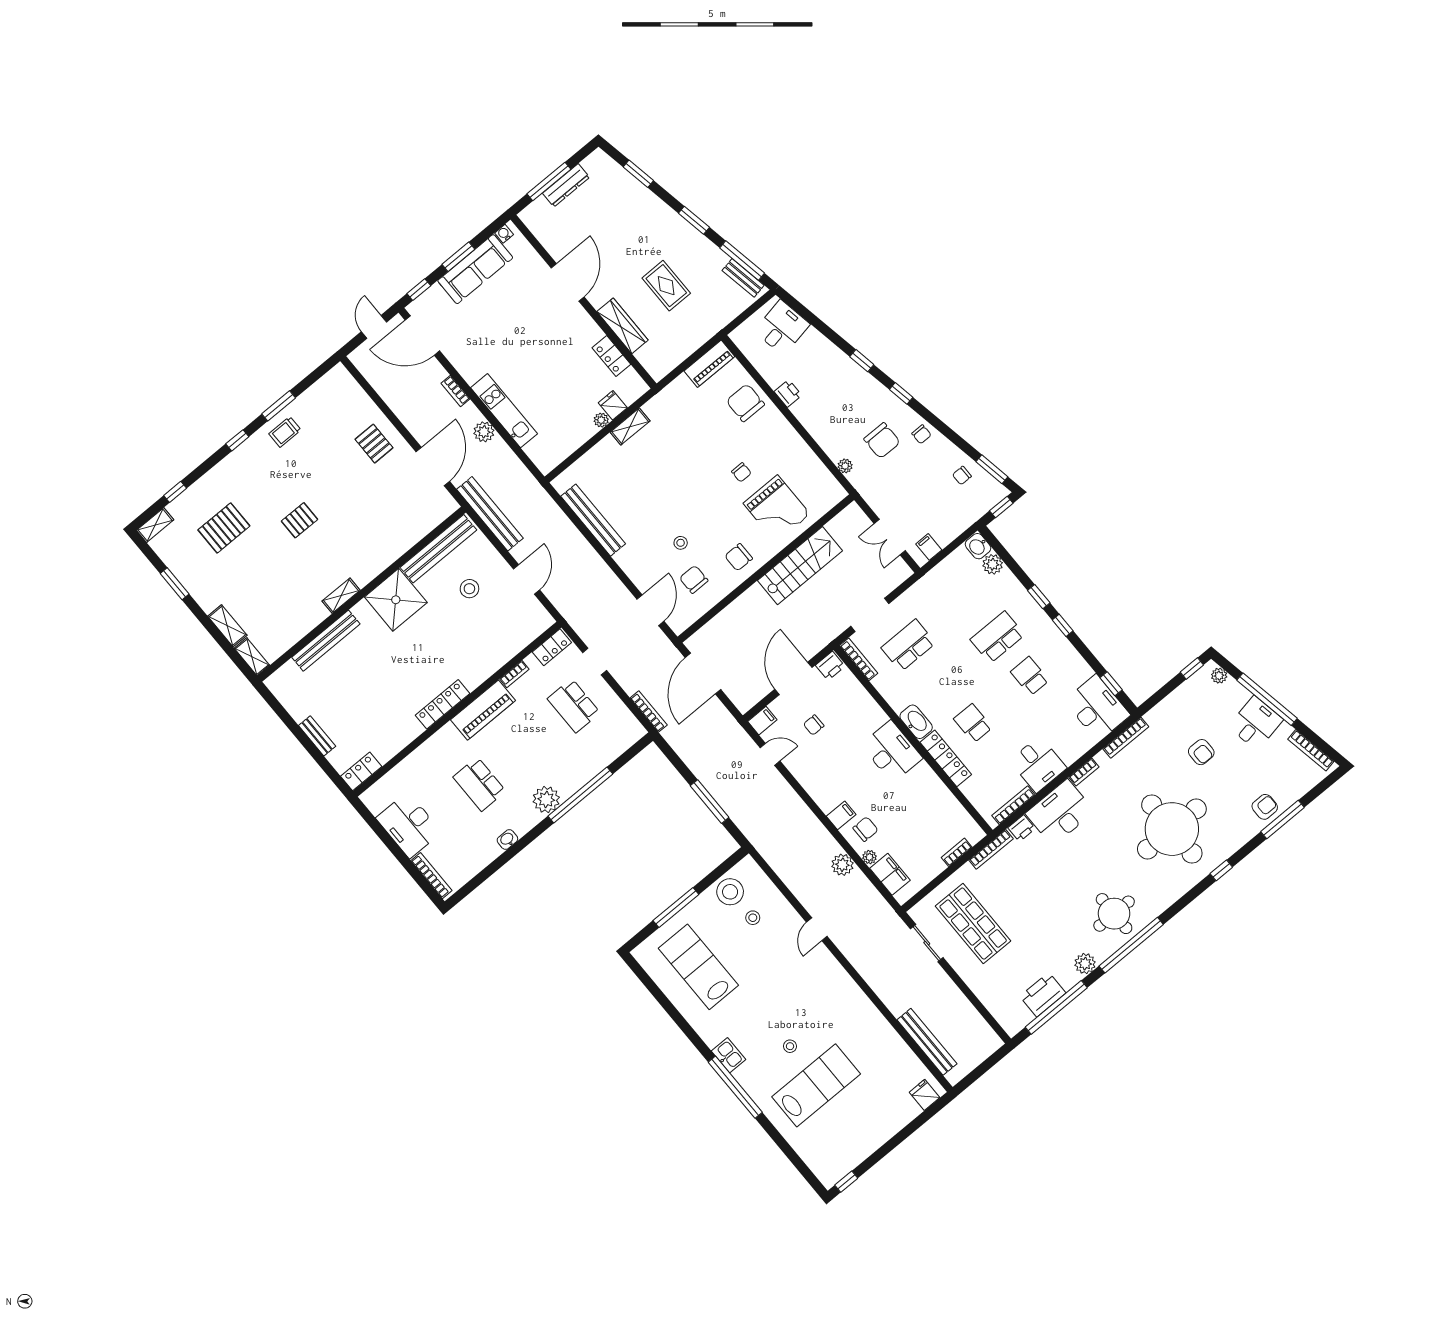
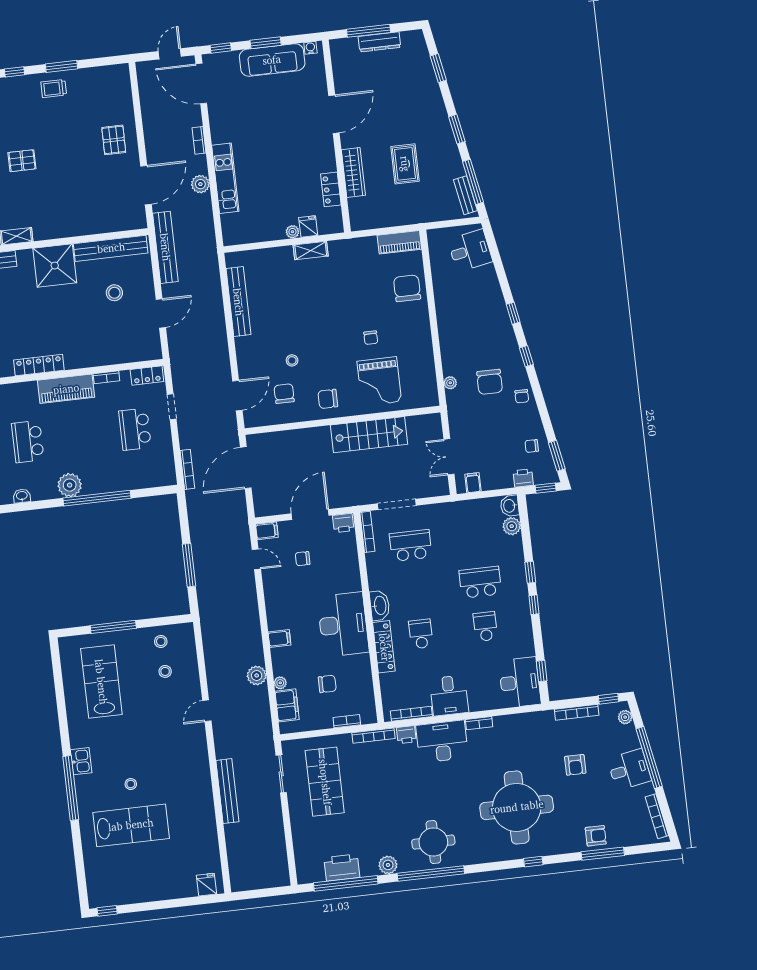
printer: (788, 393) -> (523, 478), moved, turned -90
bookcase: (1126, 738) -> (577, 712), moved
desk: (892, 752) -> (343, 624), width x1.36, depth x1.30
chair: (866, 829) -> (327, 684), moved
stool: (730, 892) -> (161, 641), width x0.53, depth x0.53
bench: (927, 1042) -> (227, 791), moved

